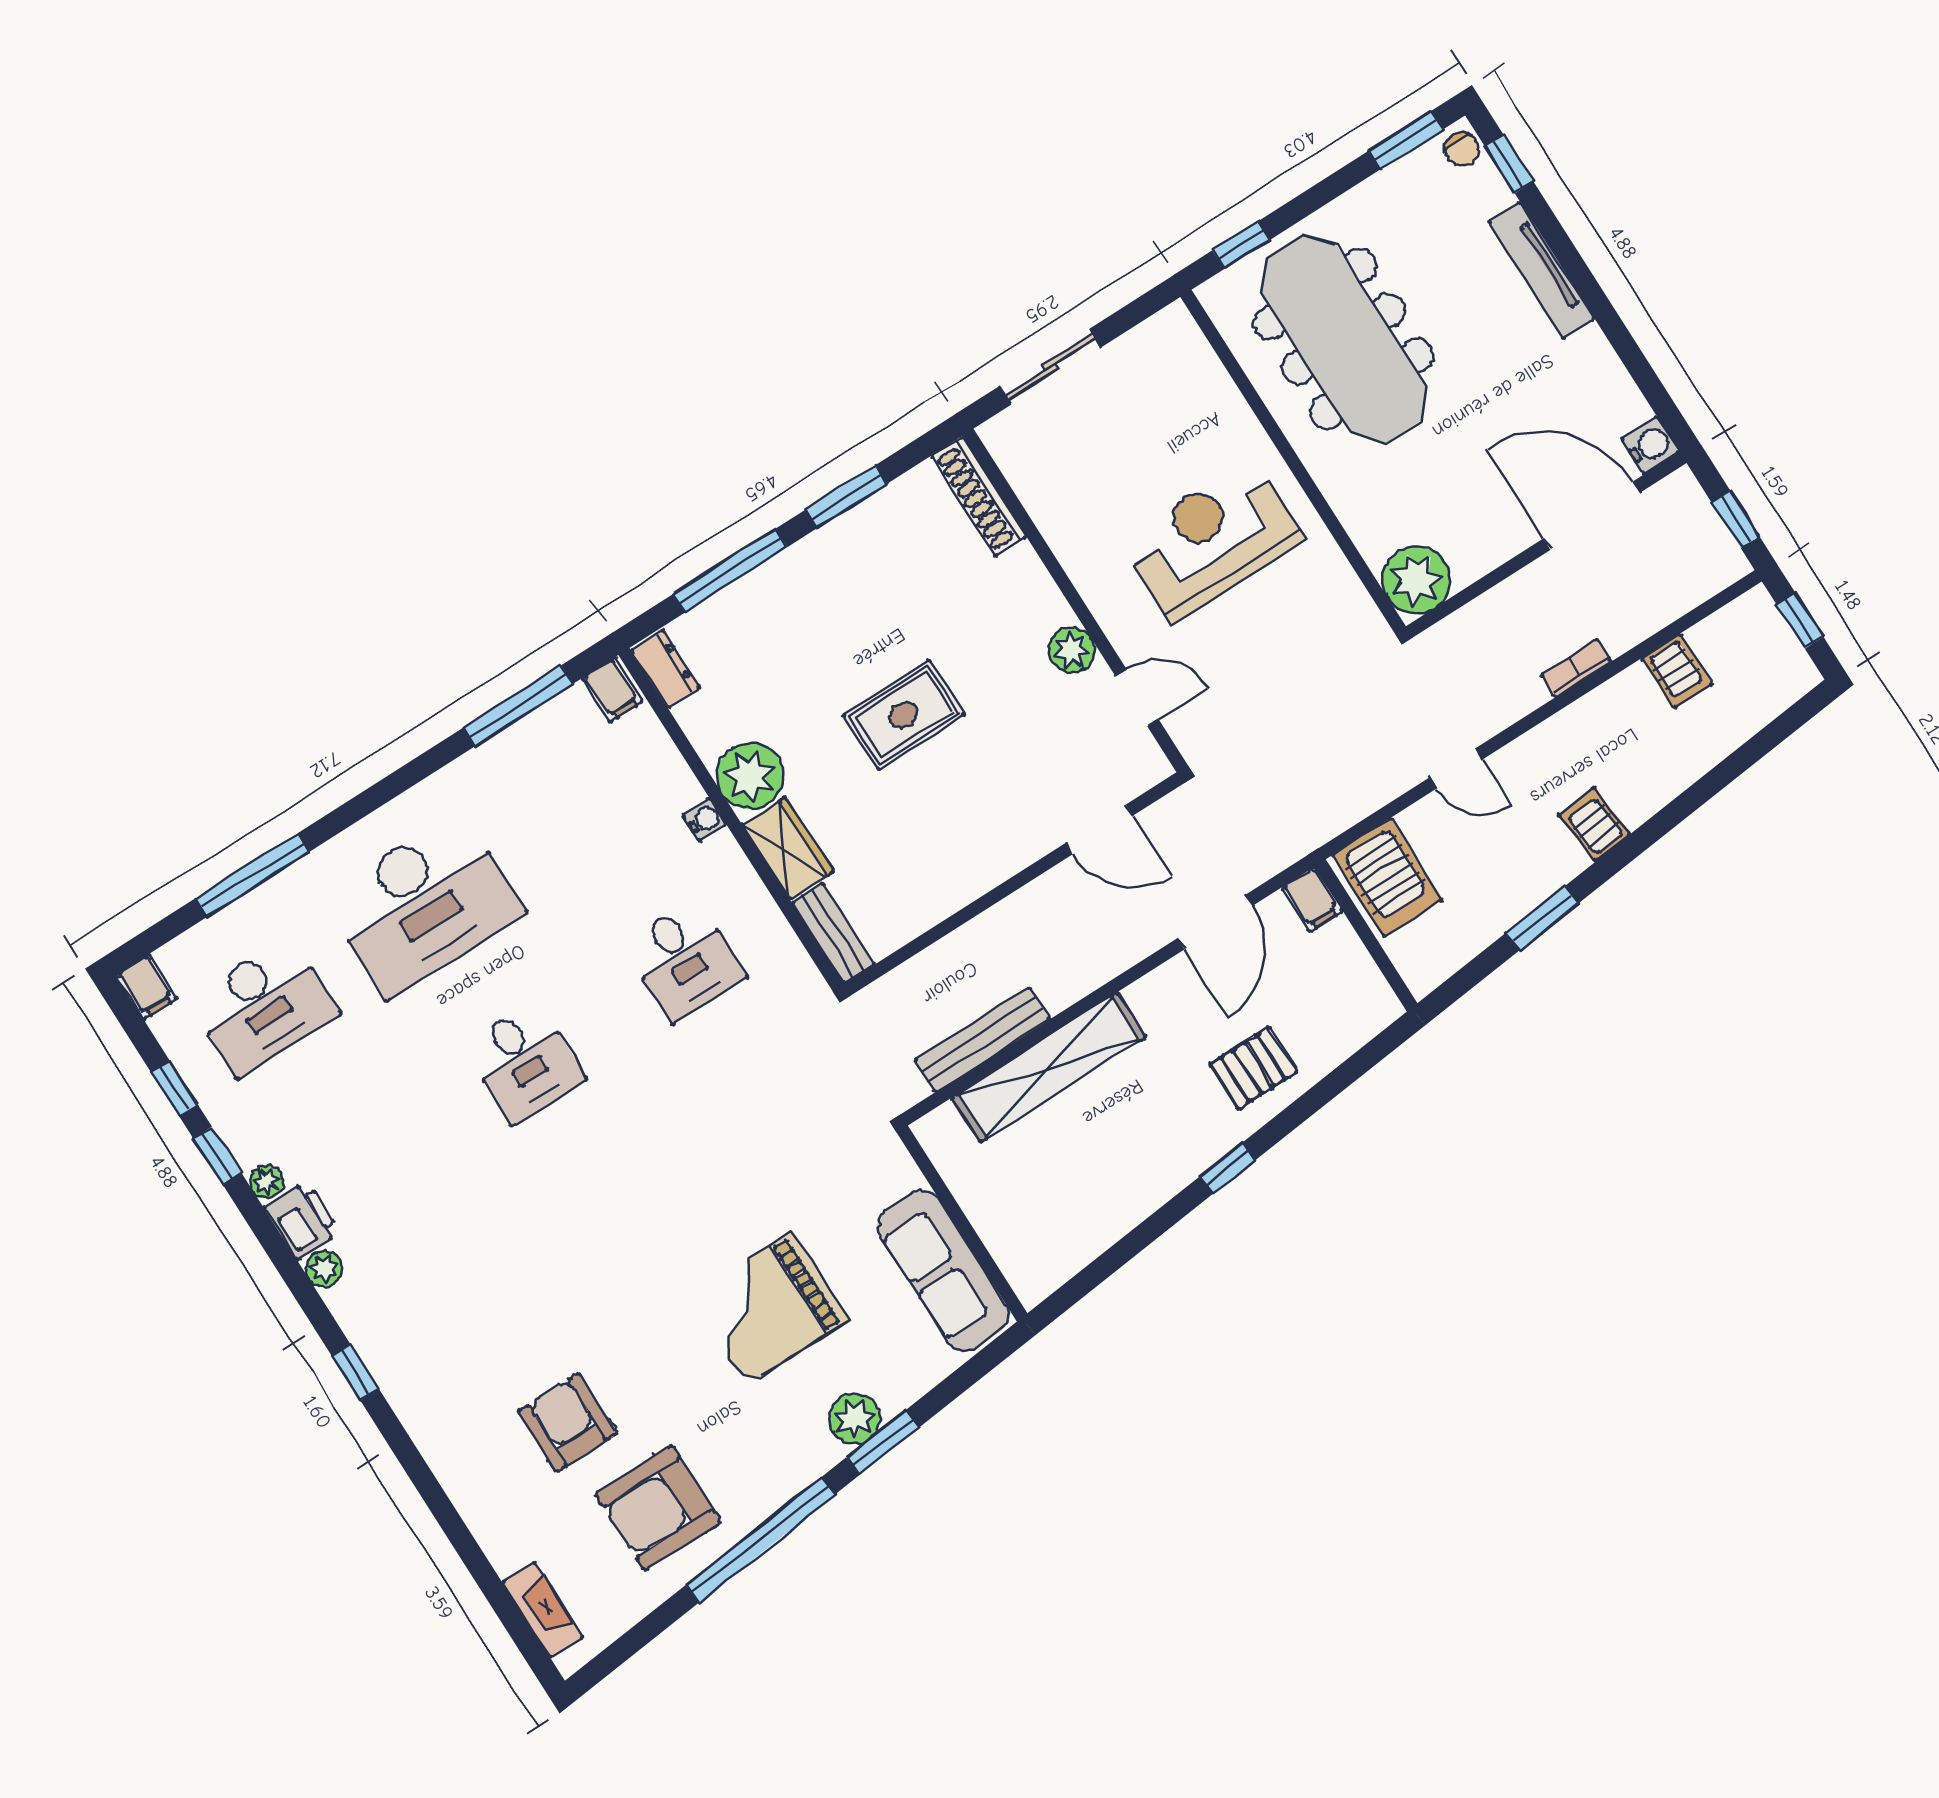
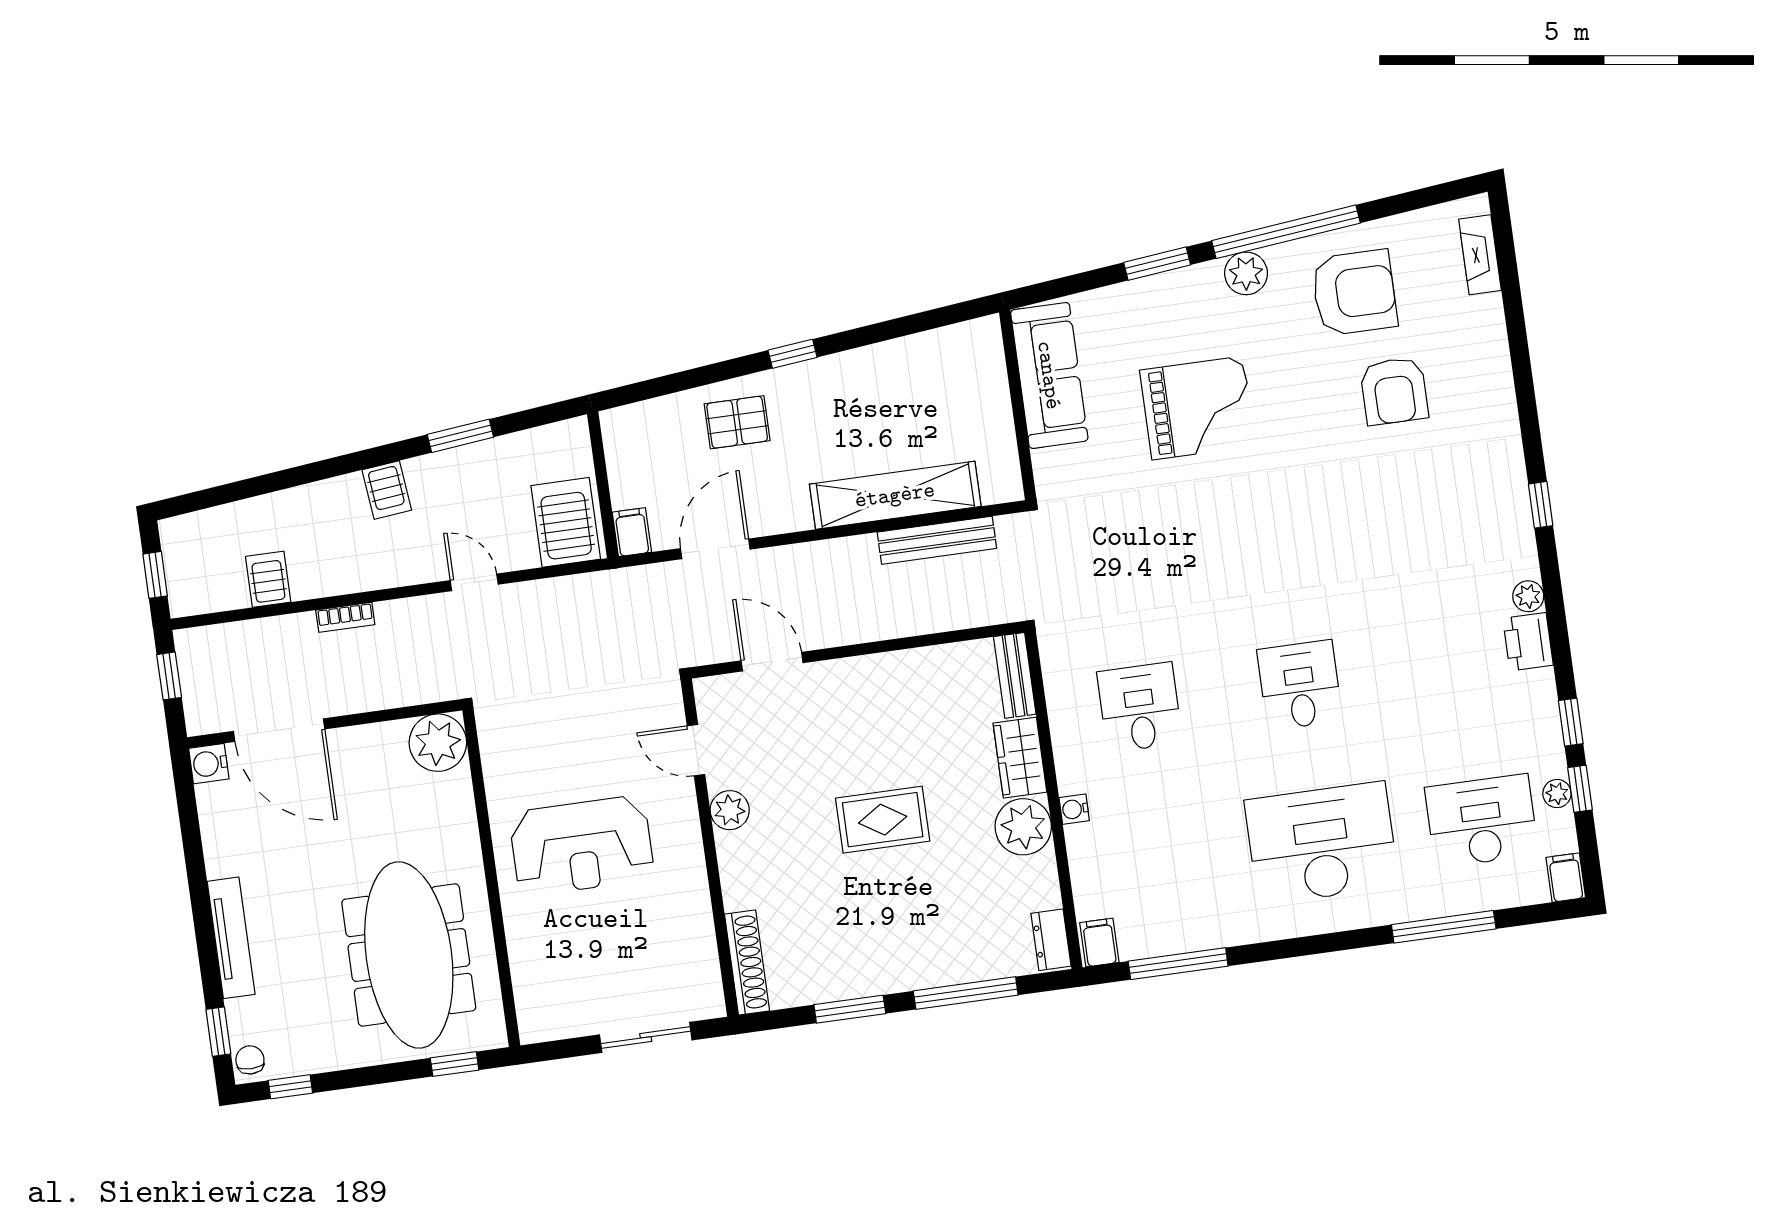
window: (1405, 140) -> (290, 1087), width x0.67
plant: (267, 1182) -> (1557, 794), moved
plant: (855, 1419) -> (1246, 273), moved

